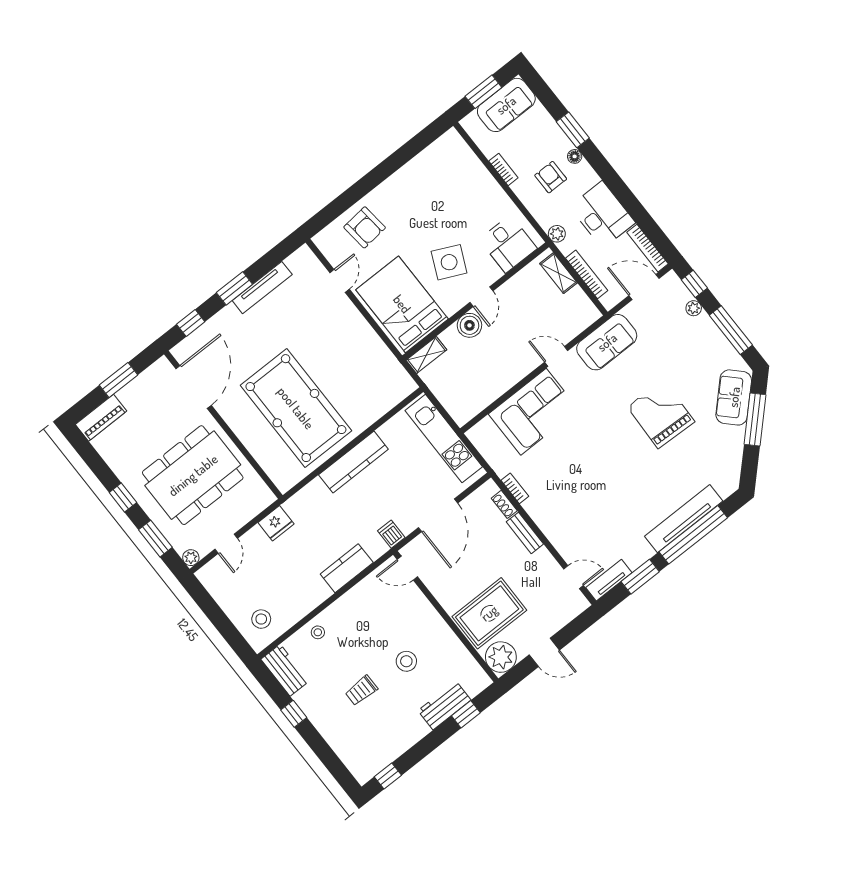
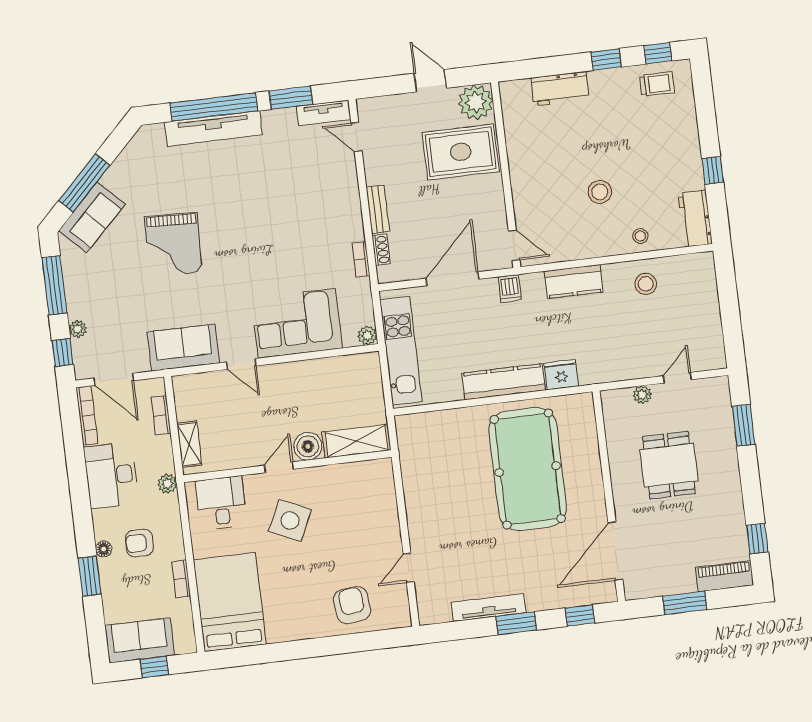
window: (483, 92) -> (154, 667), width x0.67
armchair: (551, 177) -> (139, 543), turned 90
bookcase: (587, 274) -> (161, 415), width x0.64
bed: (402, 304) -> (230, 602), moved, turned 180
shelving: (426, 355) -> (356, 441), width x1.50, depth x1.33
plant: (475, 435) -> (367, 336), added
dining table: (193, 475) -> (669, 465), width x0.53, depth x0.80
window: (123, 498) -> (757, 539), moved
fridge: (276, 523) -> (561, 375), moved
plant: (191, 558) -> (642, 395), moved
stool: (261, 619) -> (646, 284), moved
stool: (406, 661) -> (600, 192), moved
trolley: (361, 690) -> (657, 84), moved
window: (466, 714) -> (606, 59), moved

